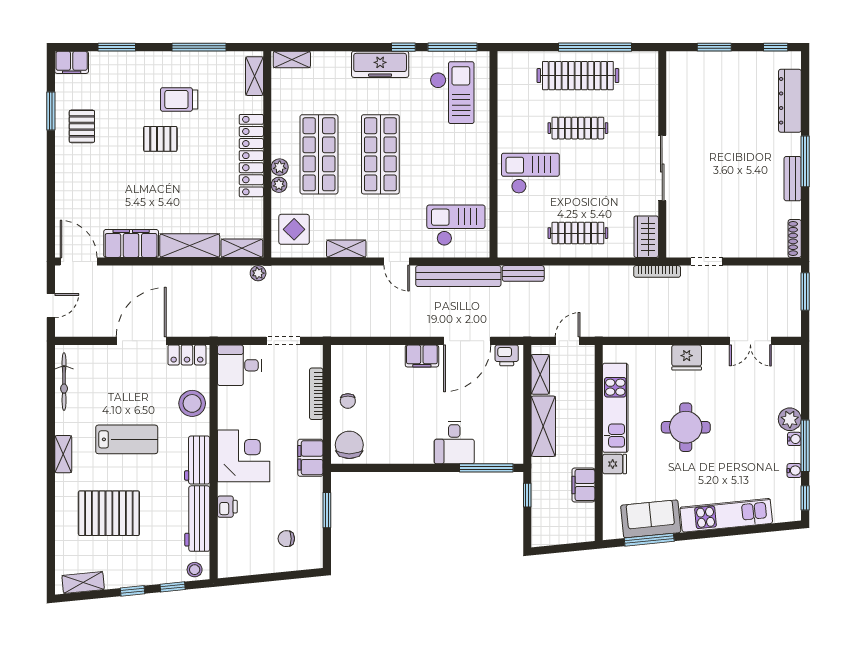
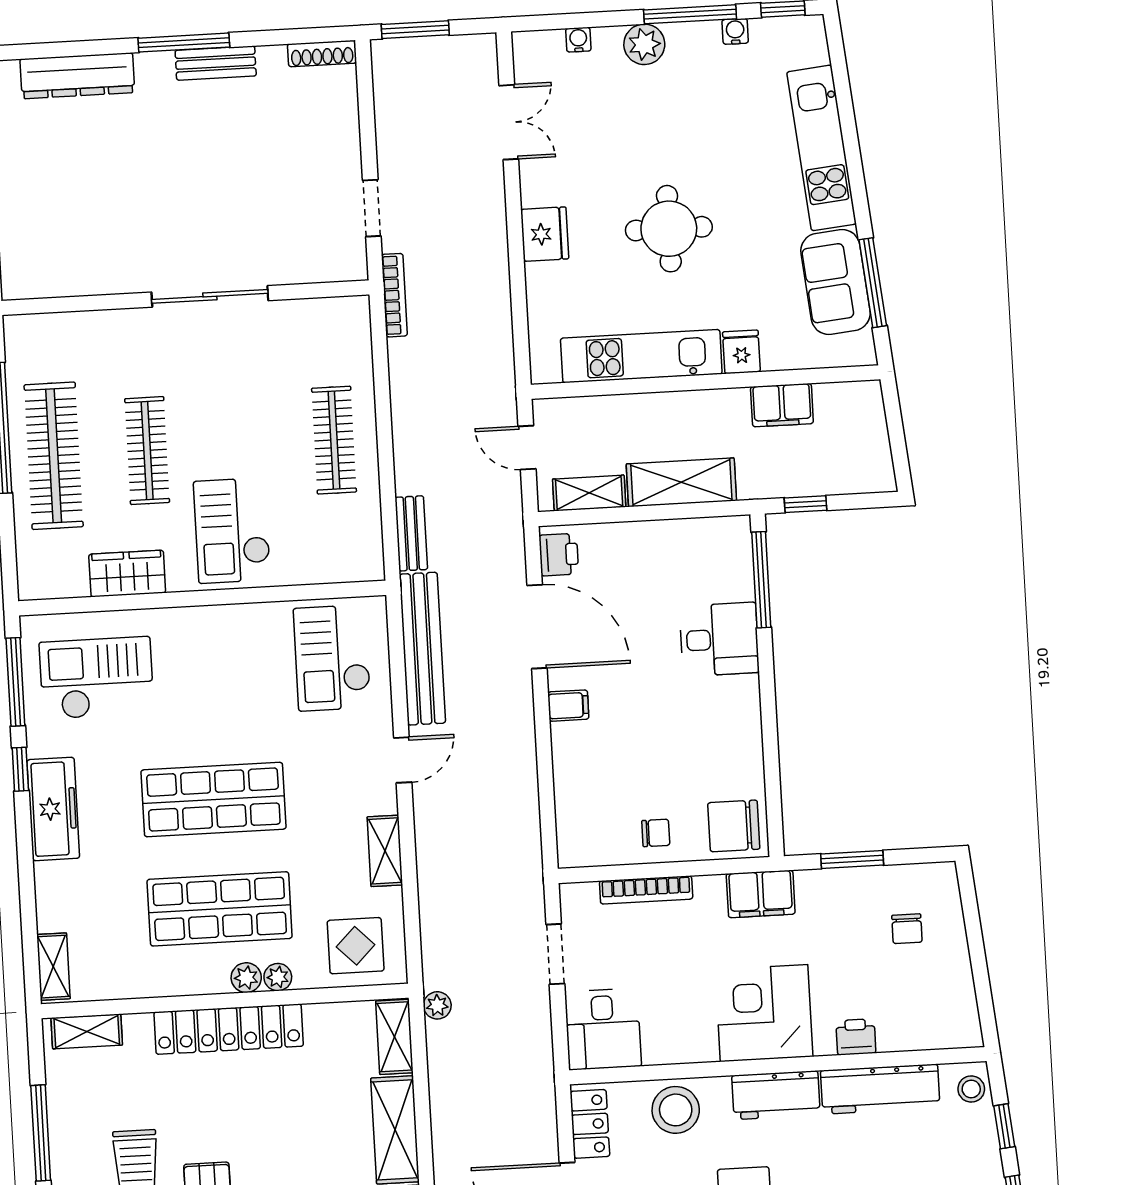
wardrobe: (646, 237) -> (127, 574), moved, turned 180
filing cabinet: (422, 356) -> (568, 706), width x0.50
water cooler: (794, 439) -> (578, 40), moved

